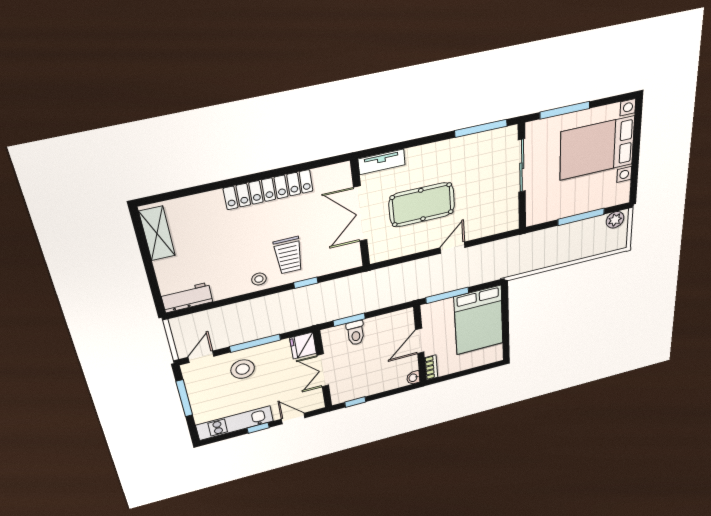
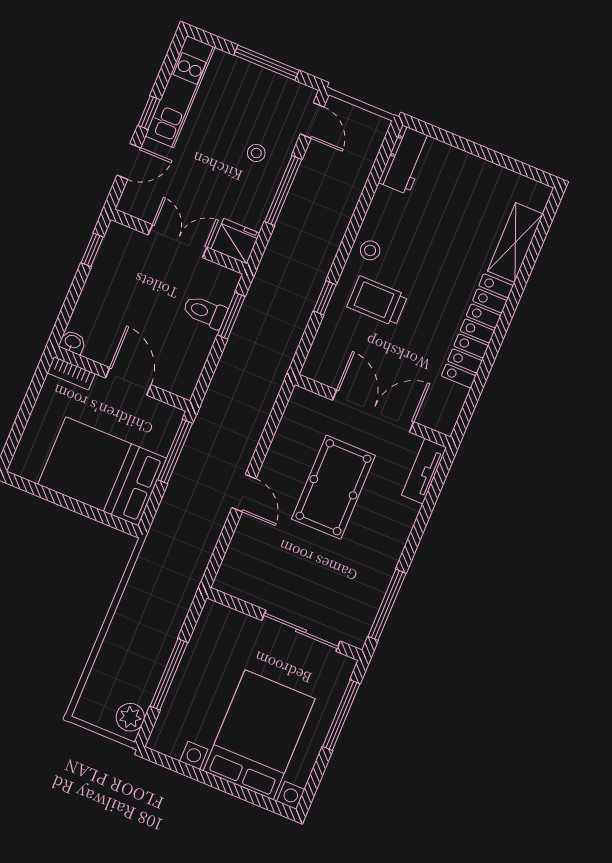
shelving: (157, 233) -> (515, 242), moved, turned 90
stool: (243, 369) -> (256, 153), width x0.53, depth x0.53

